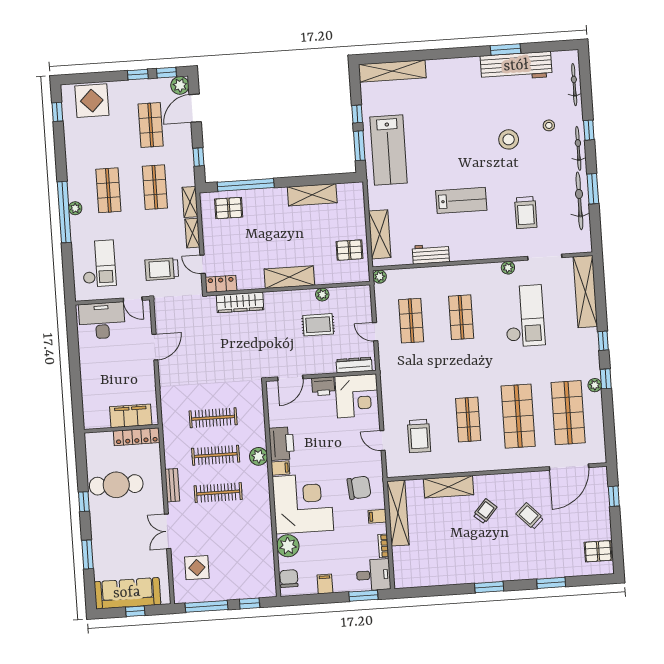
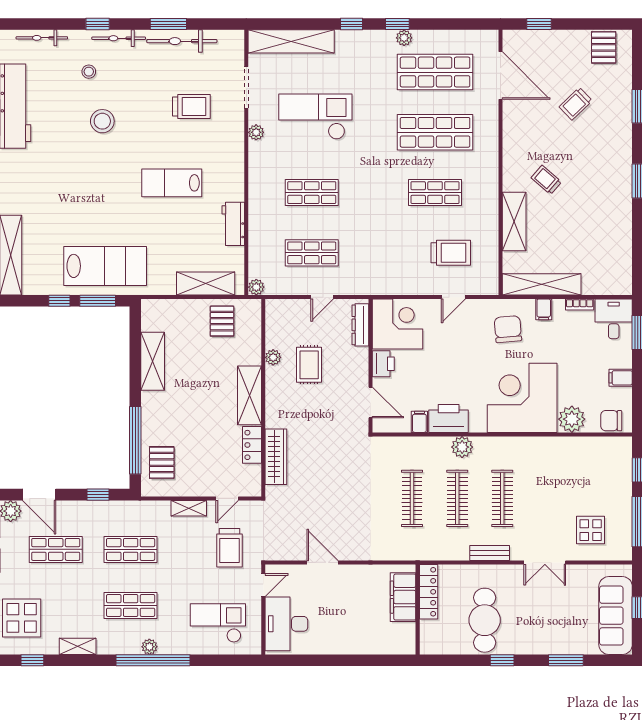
lab bench: (461, 200) -> (172, 183), turned -90
shelving: (190, 202) -> (78, 646), moved
locker: (221, 284) -> (252, 445), moved
filing cabinet: (280, 468) -> (419, 422), moved
trolley: (530, 516) -> (576, 104), moved

